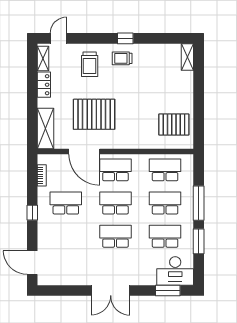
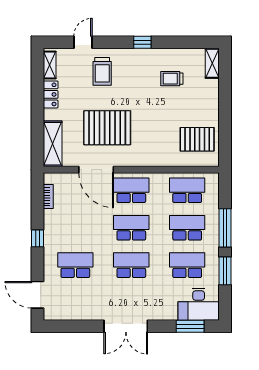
door: (58, 38) -> (83, 42), moved
trolley: (122, 58) -> (172, 79), moved
school desk: (66, 203) -> (75, 265), moved

